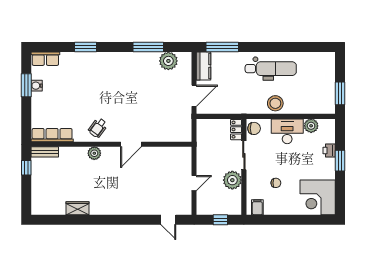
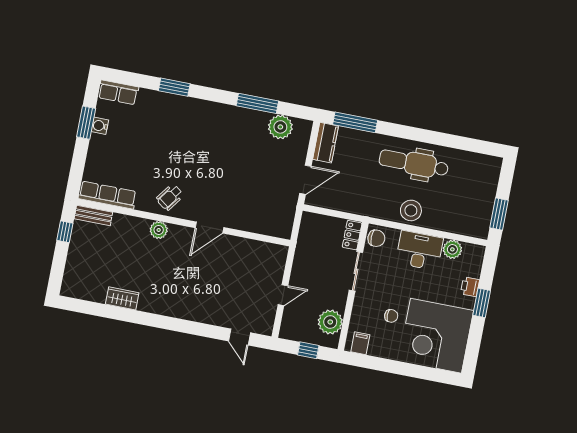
dental chair: (271, 69) -> (414, 163), turned 180
plant: (232, 180) -> (330, 322), moved
corner desk: (318, 197) -> (436, 336), width x1.36, depth x1.36

